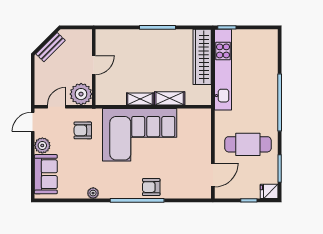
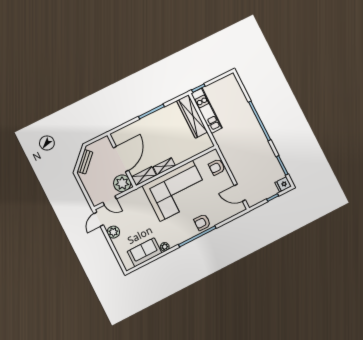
door: (94, 65) -> (121, 159), width x1.87
kitchen unit: (223, 70) -> (207, 111), width x0.73
shelving: (170, 98) -> (144, 176), moved
door: (56, 107) -> (110, 201), swing flipped
armchair: (83, 130) -> (217, 167), moved
cafe table: (248, 144) -> (253, 160), removed
sofa: (46, 174) -> (145, 252), moved, turned -90
door: (213, 175) -> (240, 193), swing flipped

